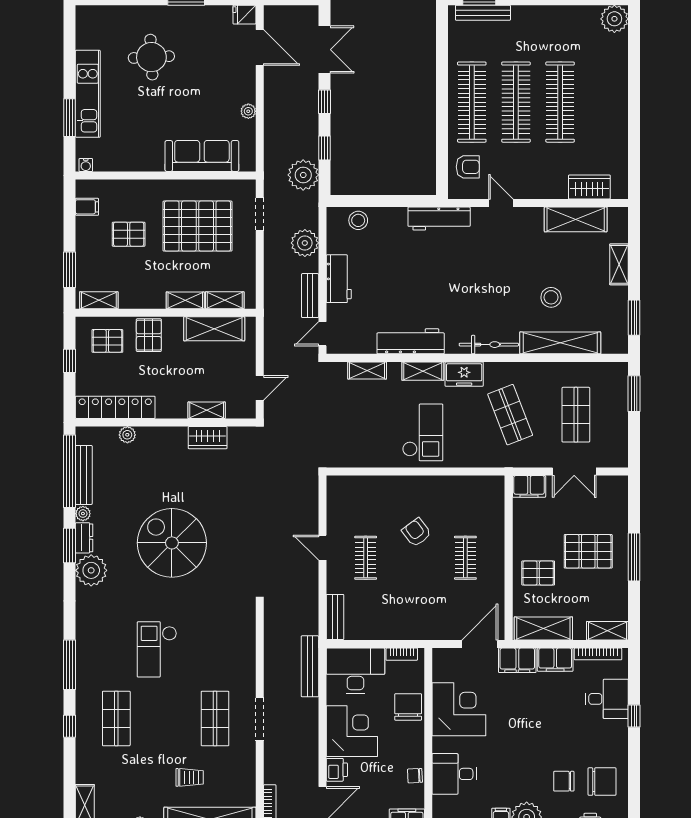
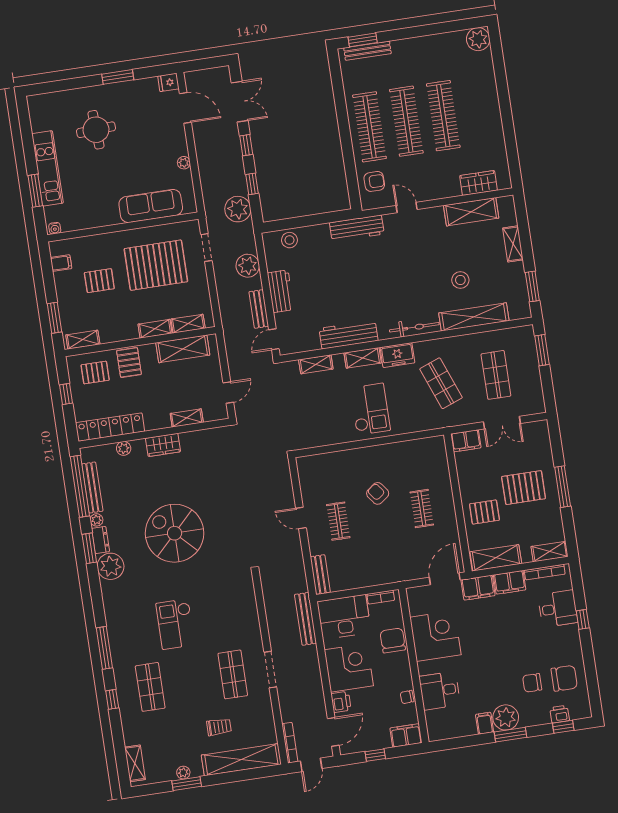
wardrobe: (208, 438) -> (163, 445), moved

